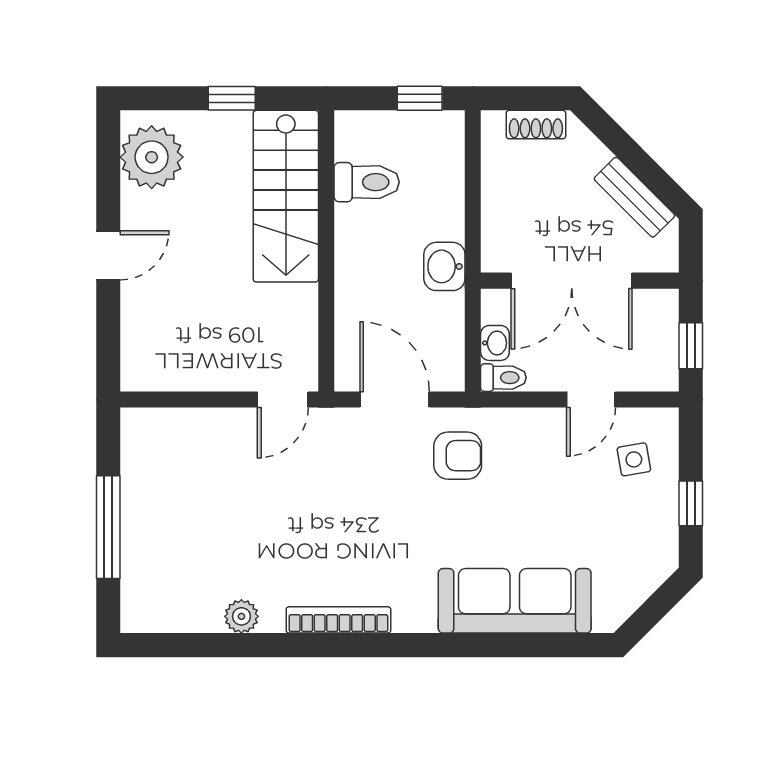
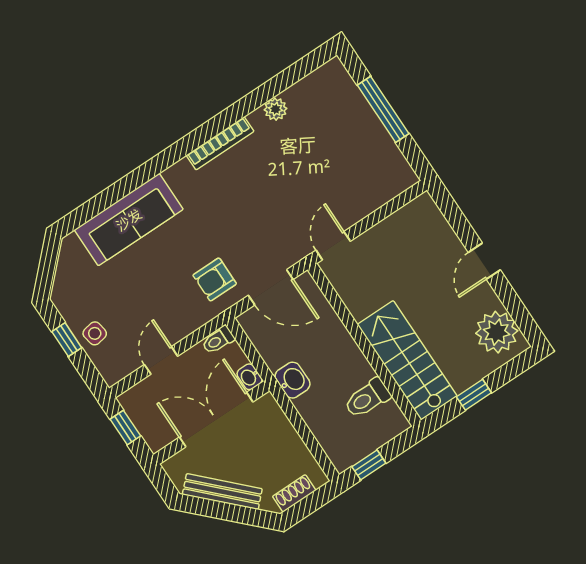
bench: (634, 197) -> (222, 492), width x1.36
washbasin: (495, 343) -> (250, 377), moved
side table: (634, 459) -> (95, 333), moved

